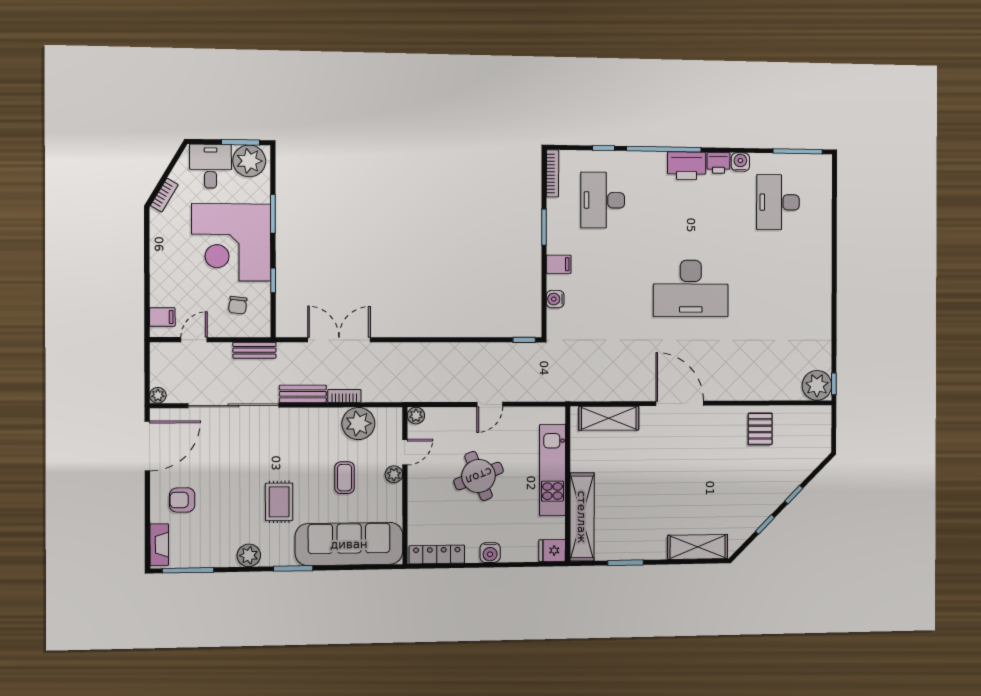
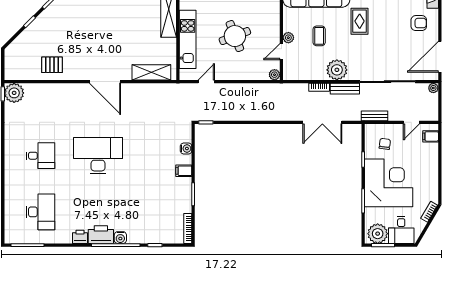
water cooler: (740, 162) -> (120, 238), moved
desk: (603, 200) -> (40, 156), moved, width x0.73
door: (490, 404) -> (206, 82), moved
plant: (358, 424) -> (337, 70), moved
pallet: (760, 429) -> (52, 65), turned 90

